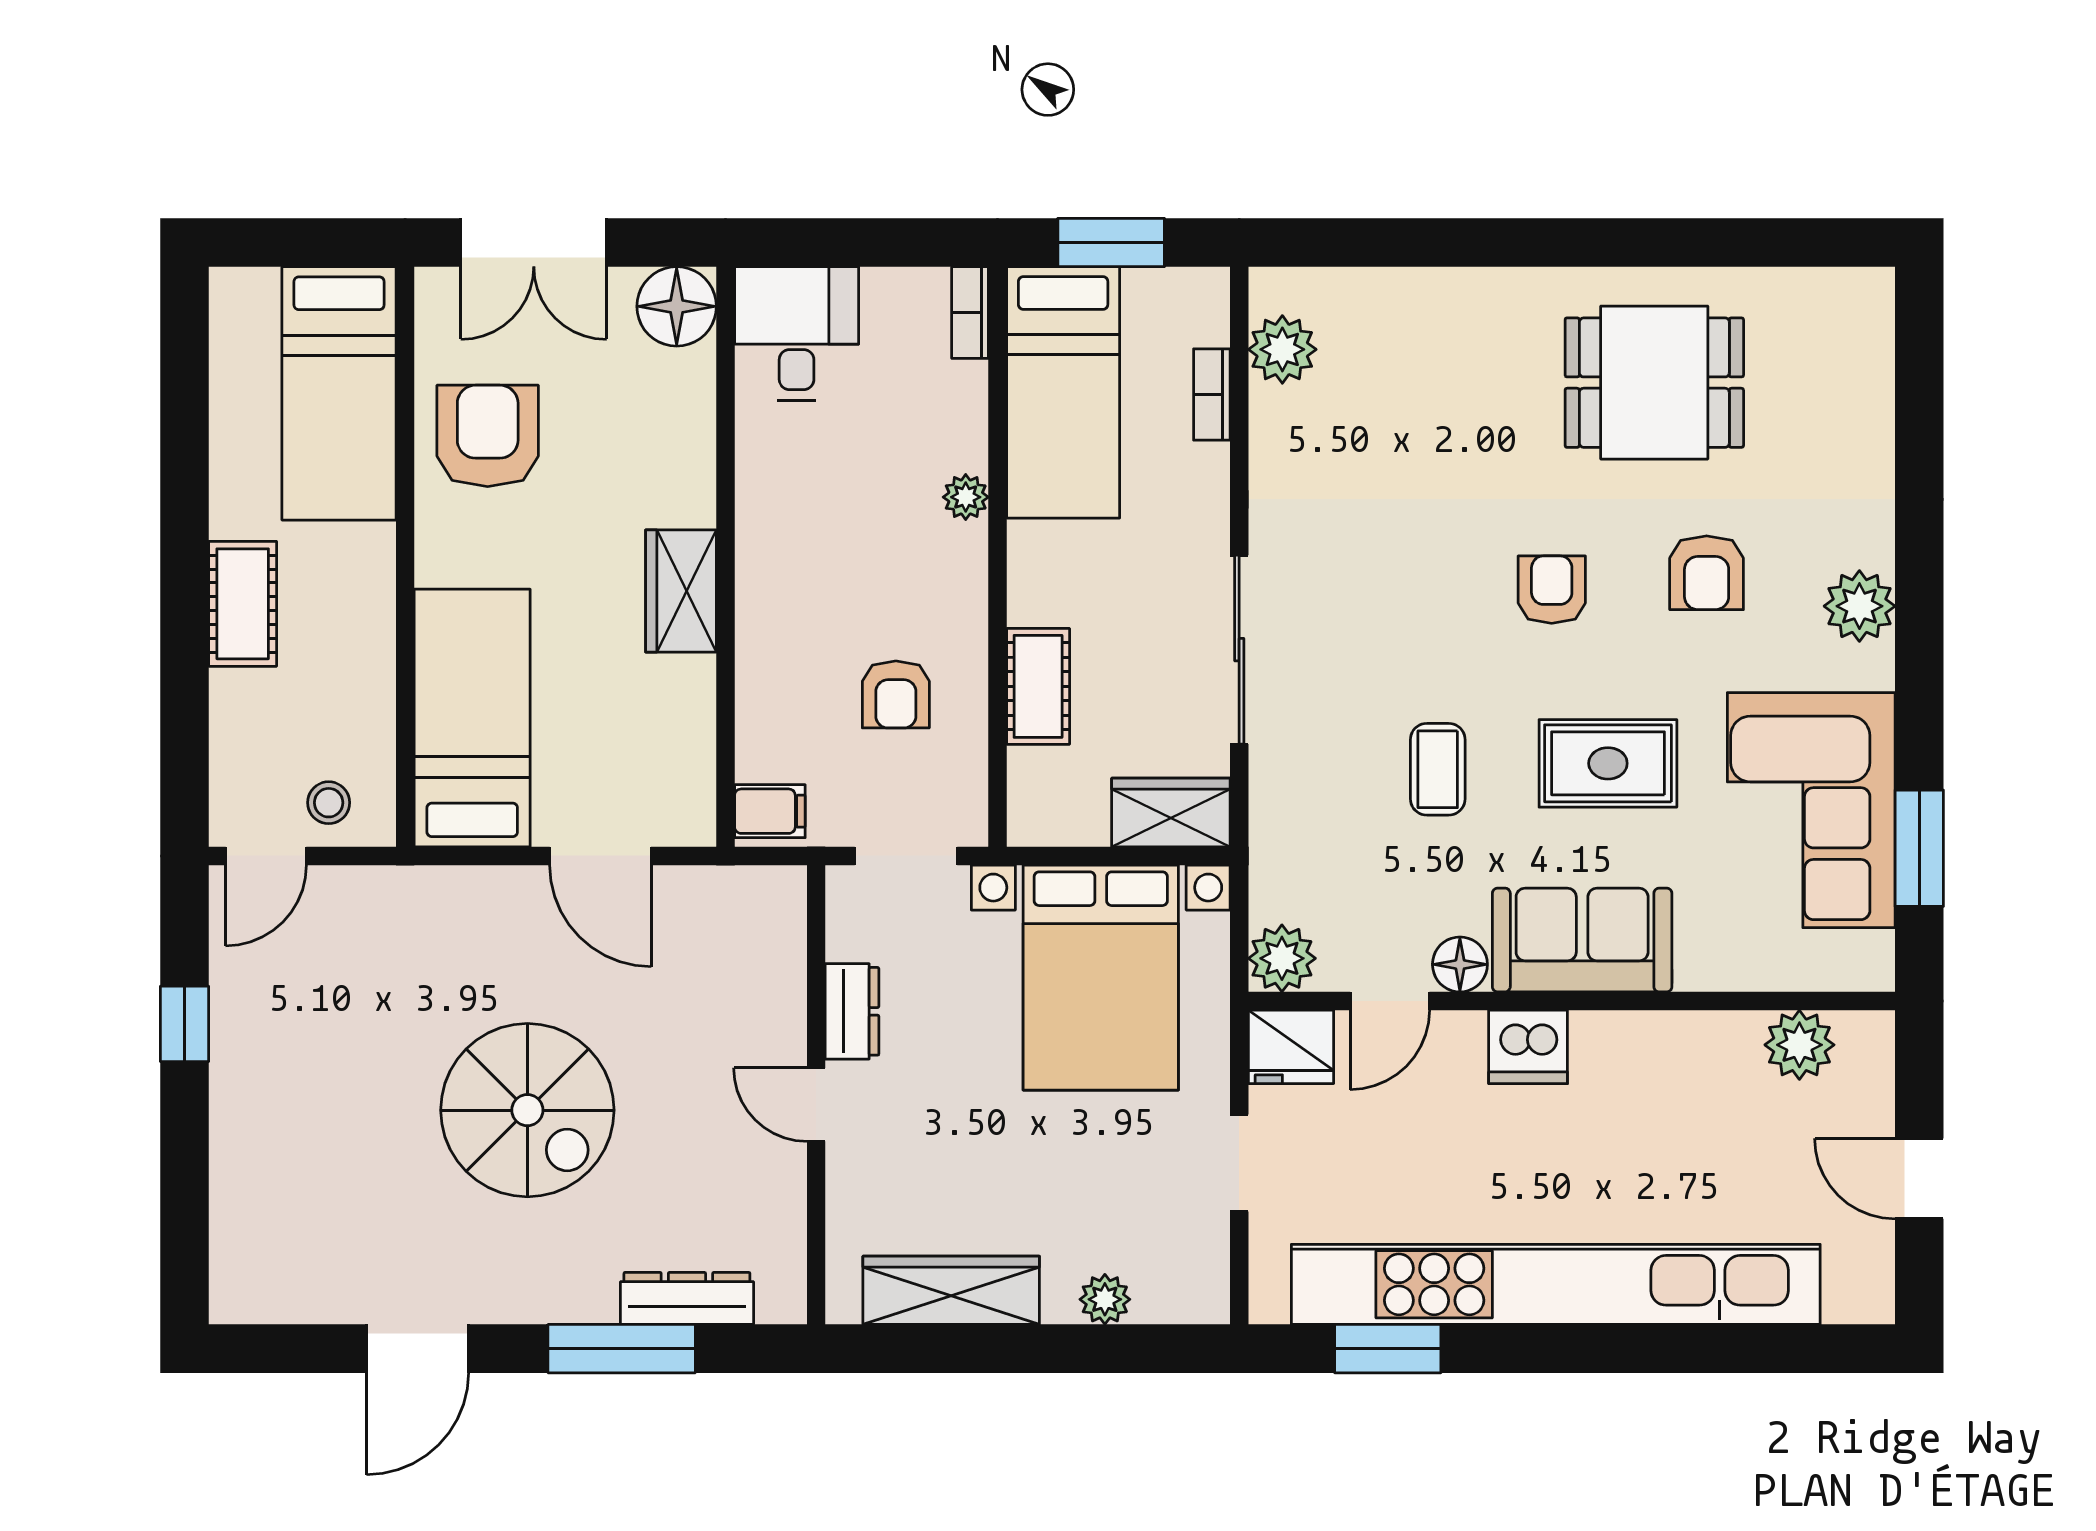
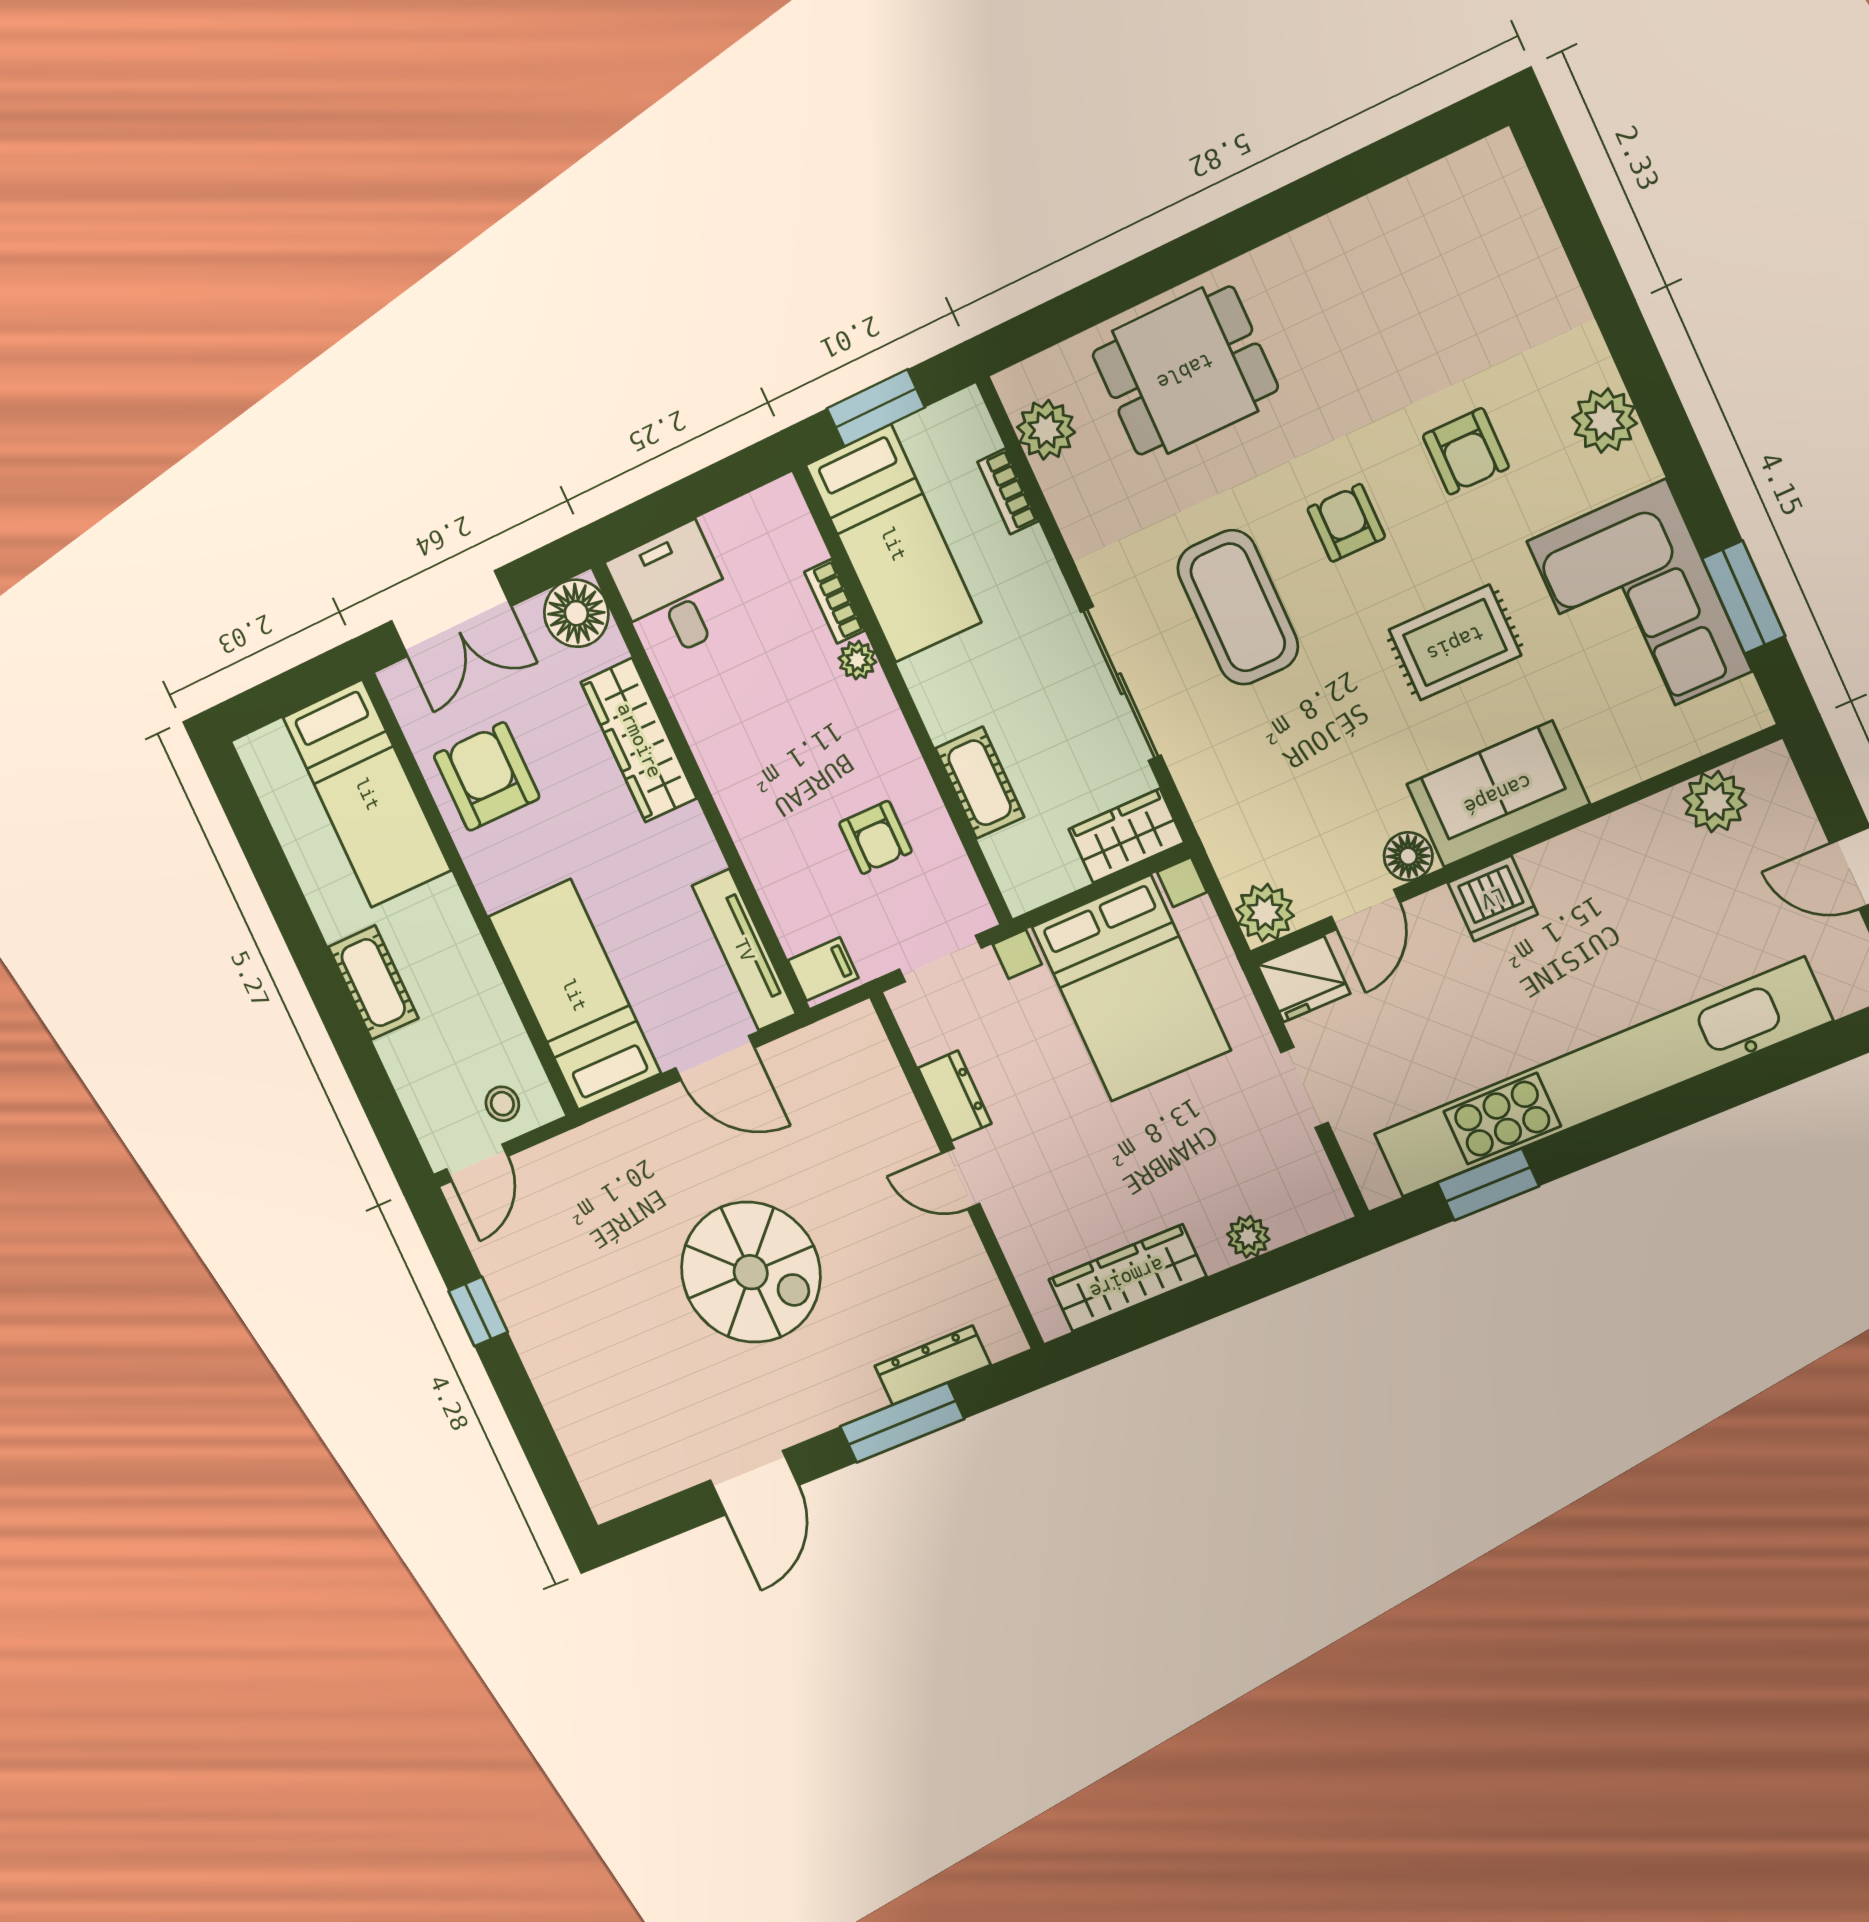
bookcase: (970, 313) -> (834, 601), moved
dining table: (1654, 383) -> (1185, 371), moved
wardrobe: (681, 591) -> (639, 740), moved, width x1.50
tv unit: (691, 752) -> (744, 950), added
coffee table: (1438, 769) -> (1238, 607), moved, width x1.86, depth x1.72

